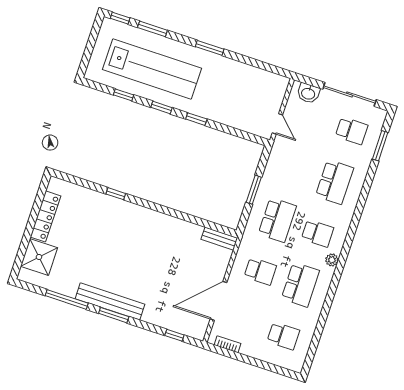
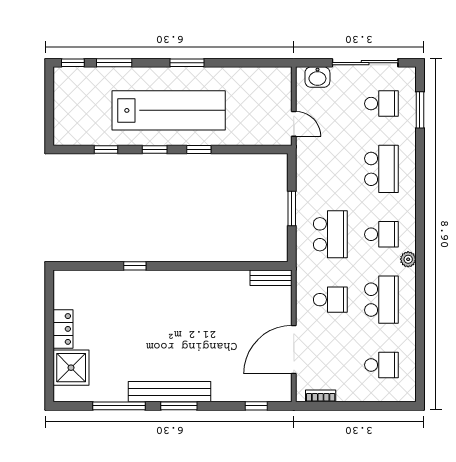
lab bench: (152, 69) -> (169, 110), moved
locker: (45, 216) -> (63, 329), width x0.66

